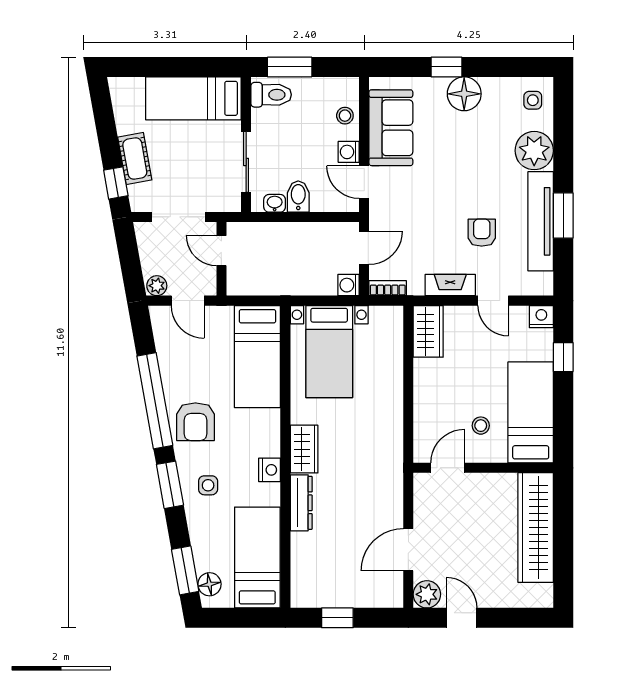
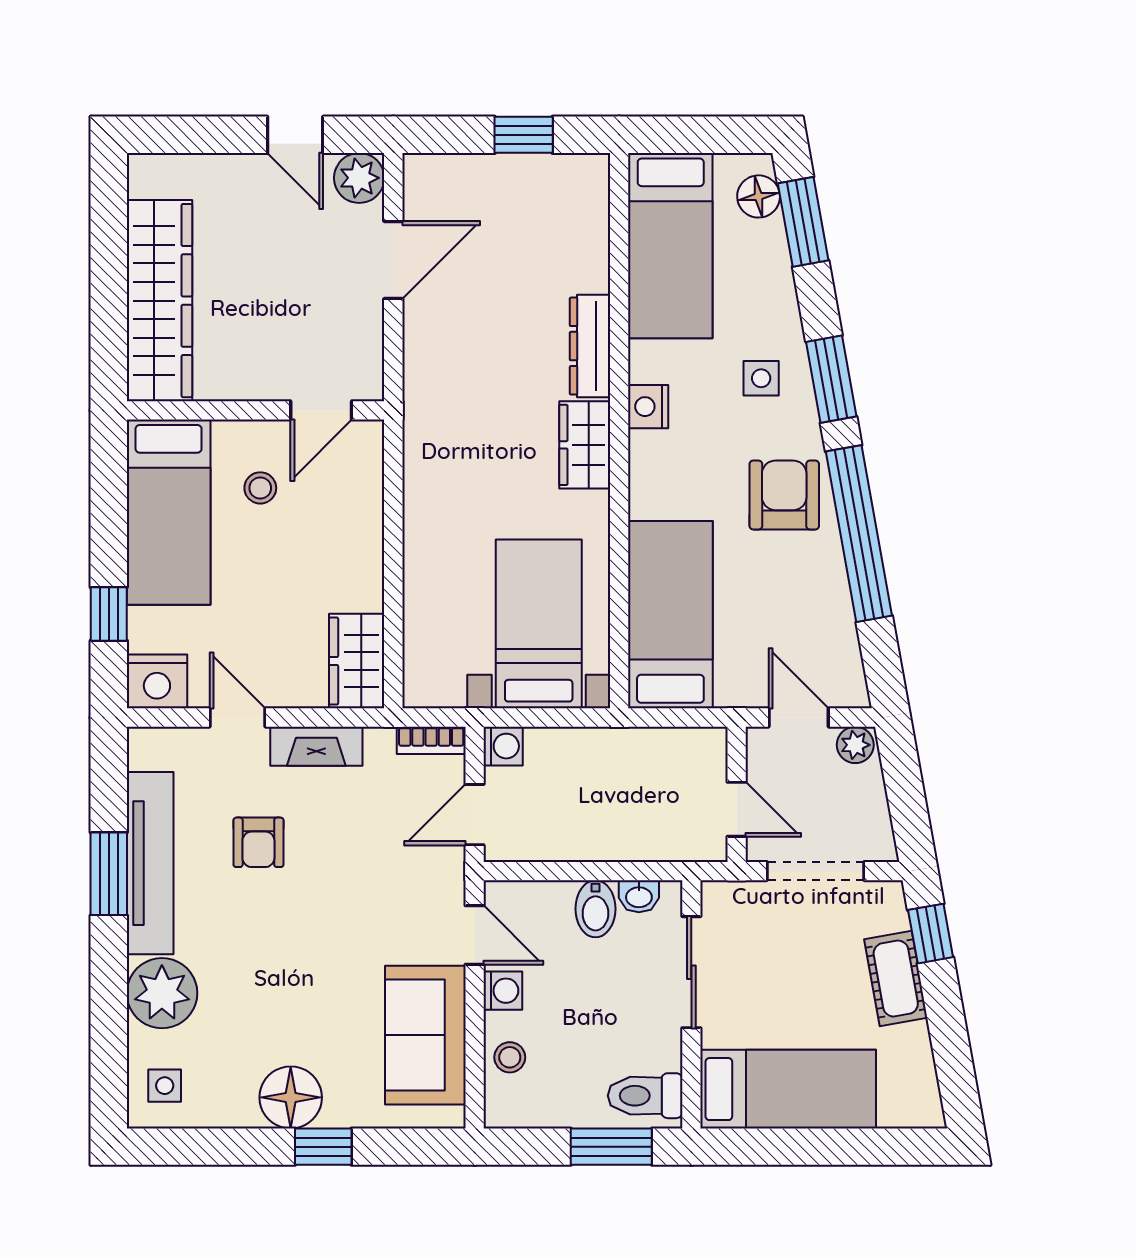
nightstand: (541, 317) -> (157, 681), width x1.36, depth x1.33

